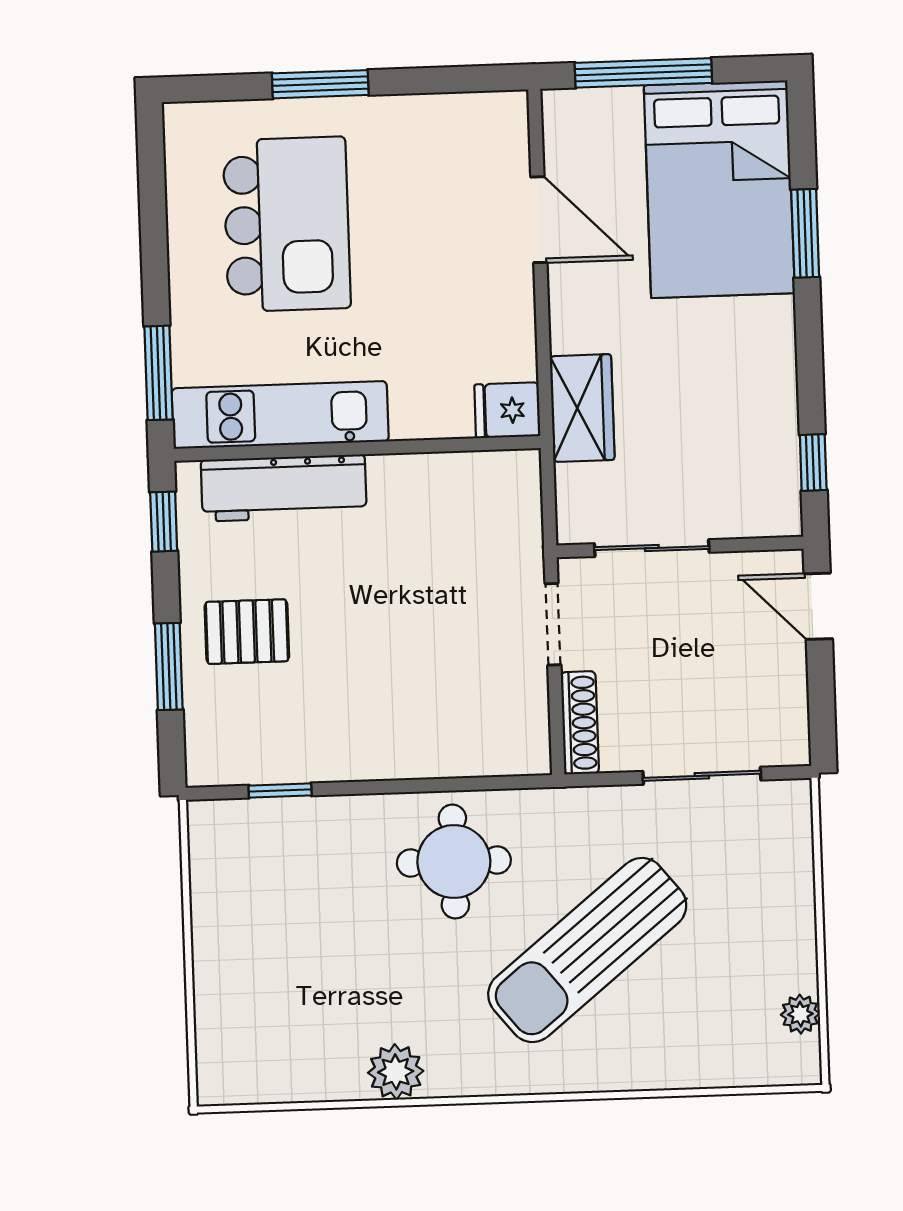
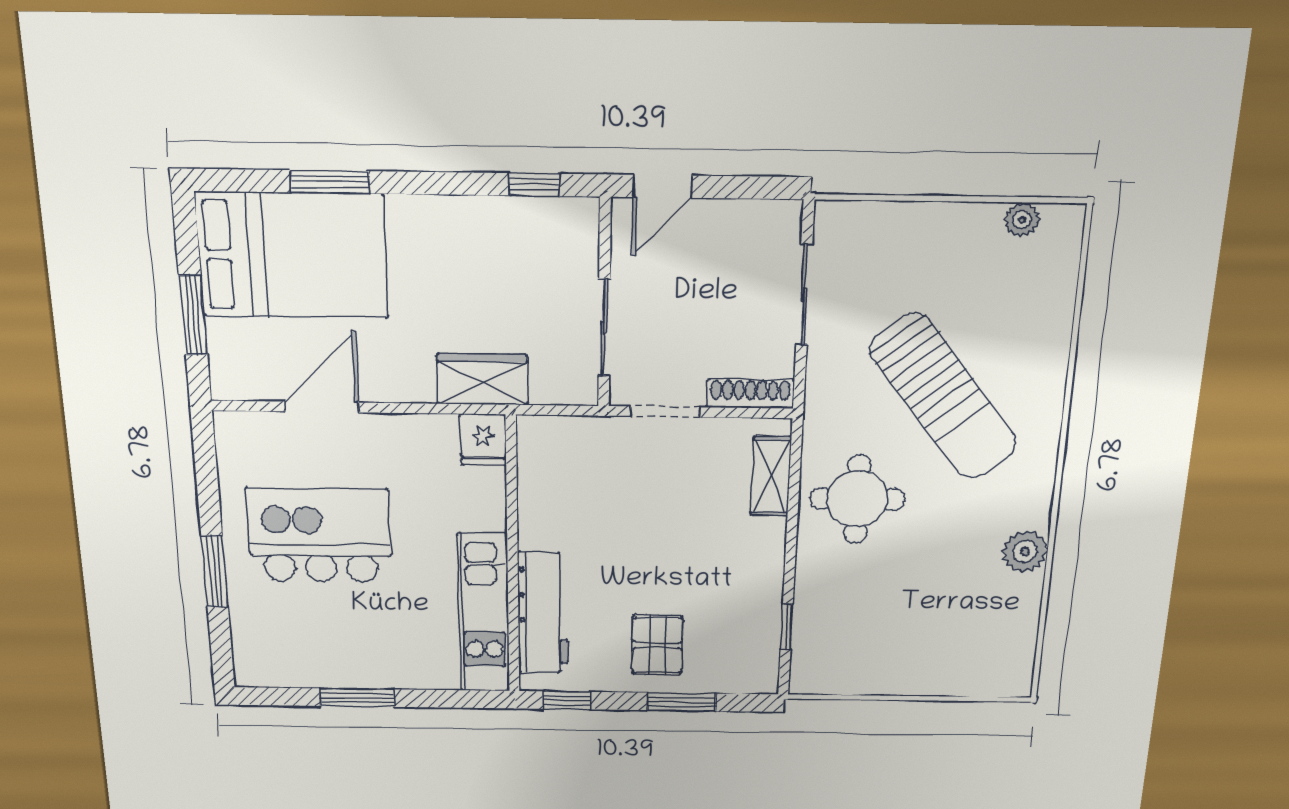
window: (643, 73) -> (193, 315), width x0.69
kitchen island: (287, 224) -> (319, 535), moved
window: (159, 373) -> (357, 698), moved
shelving: (478, 755) -> (771, 476), added

